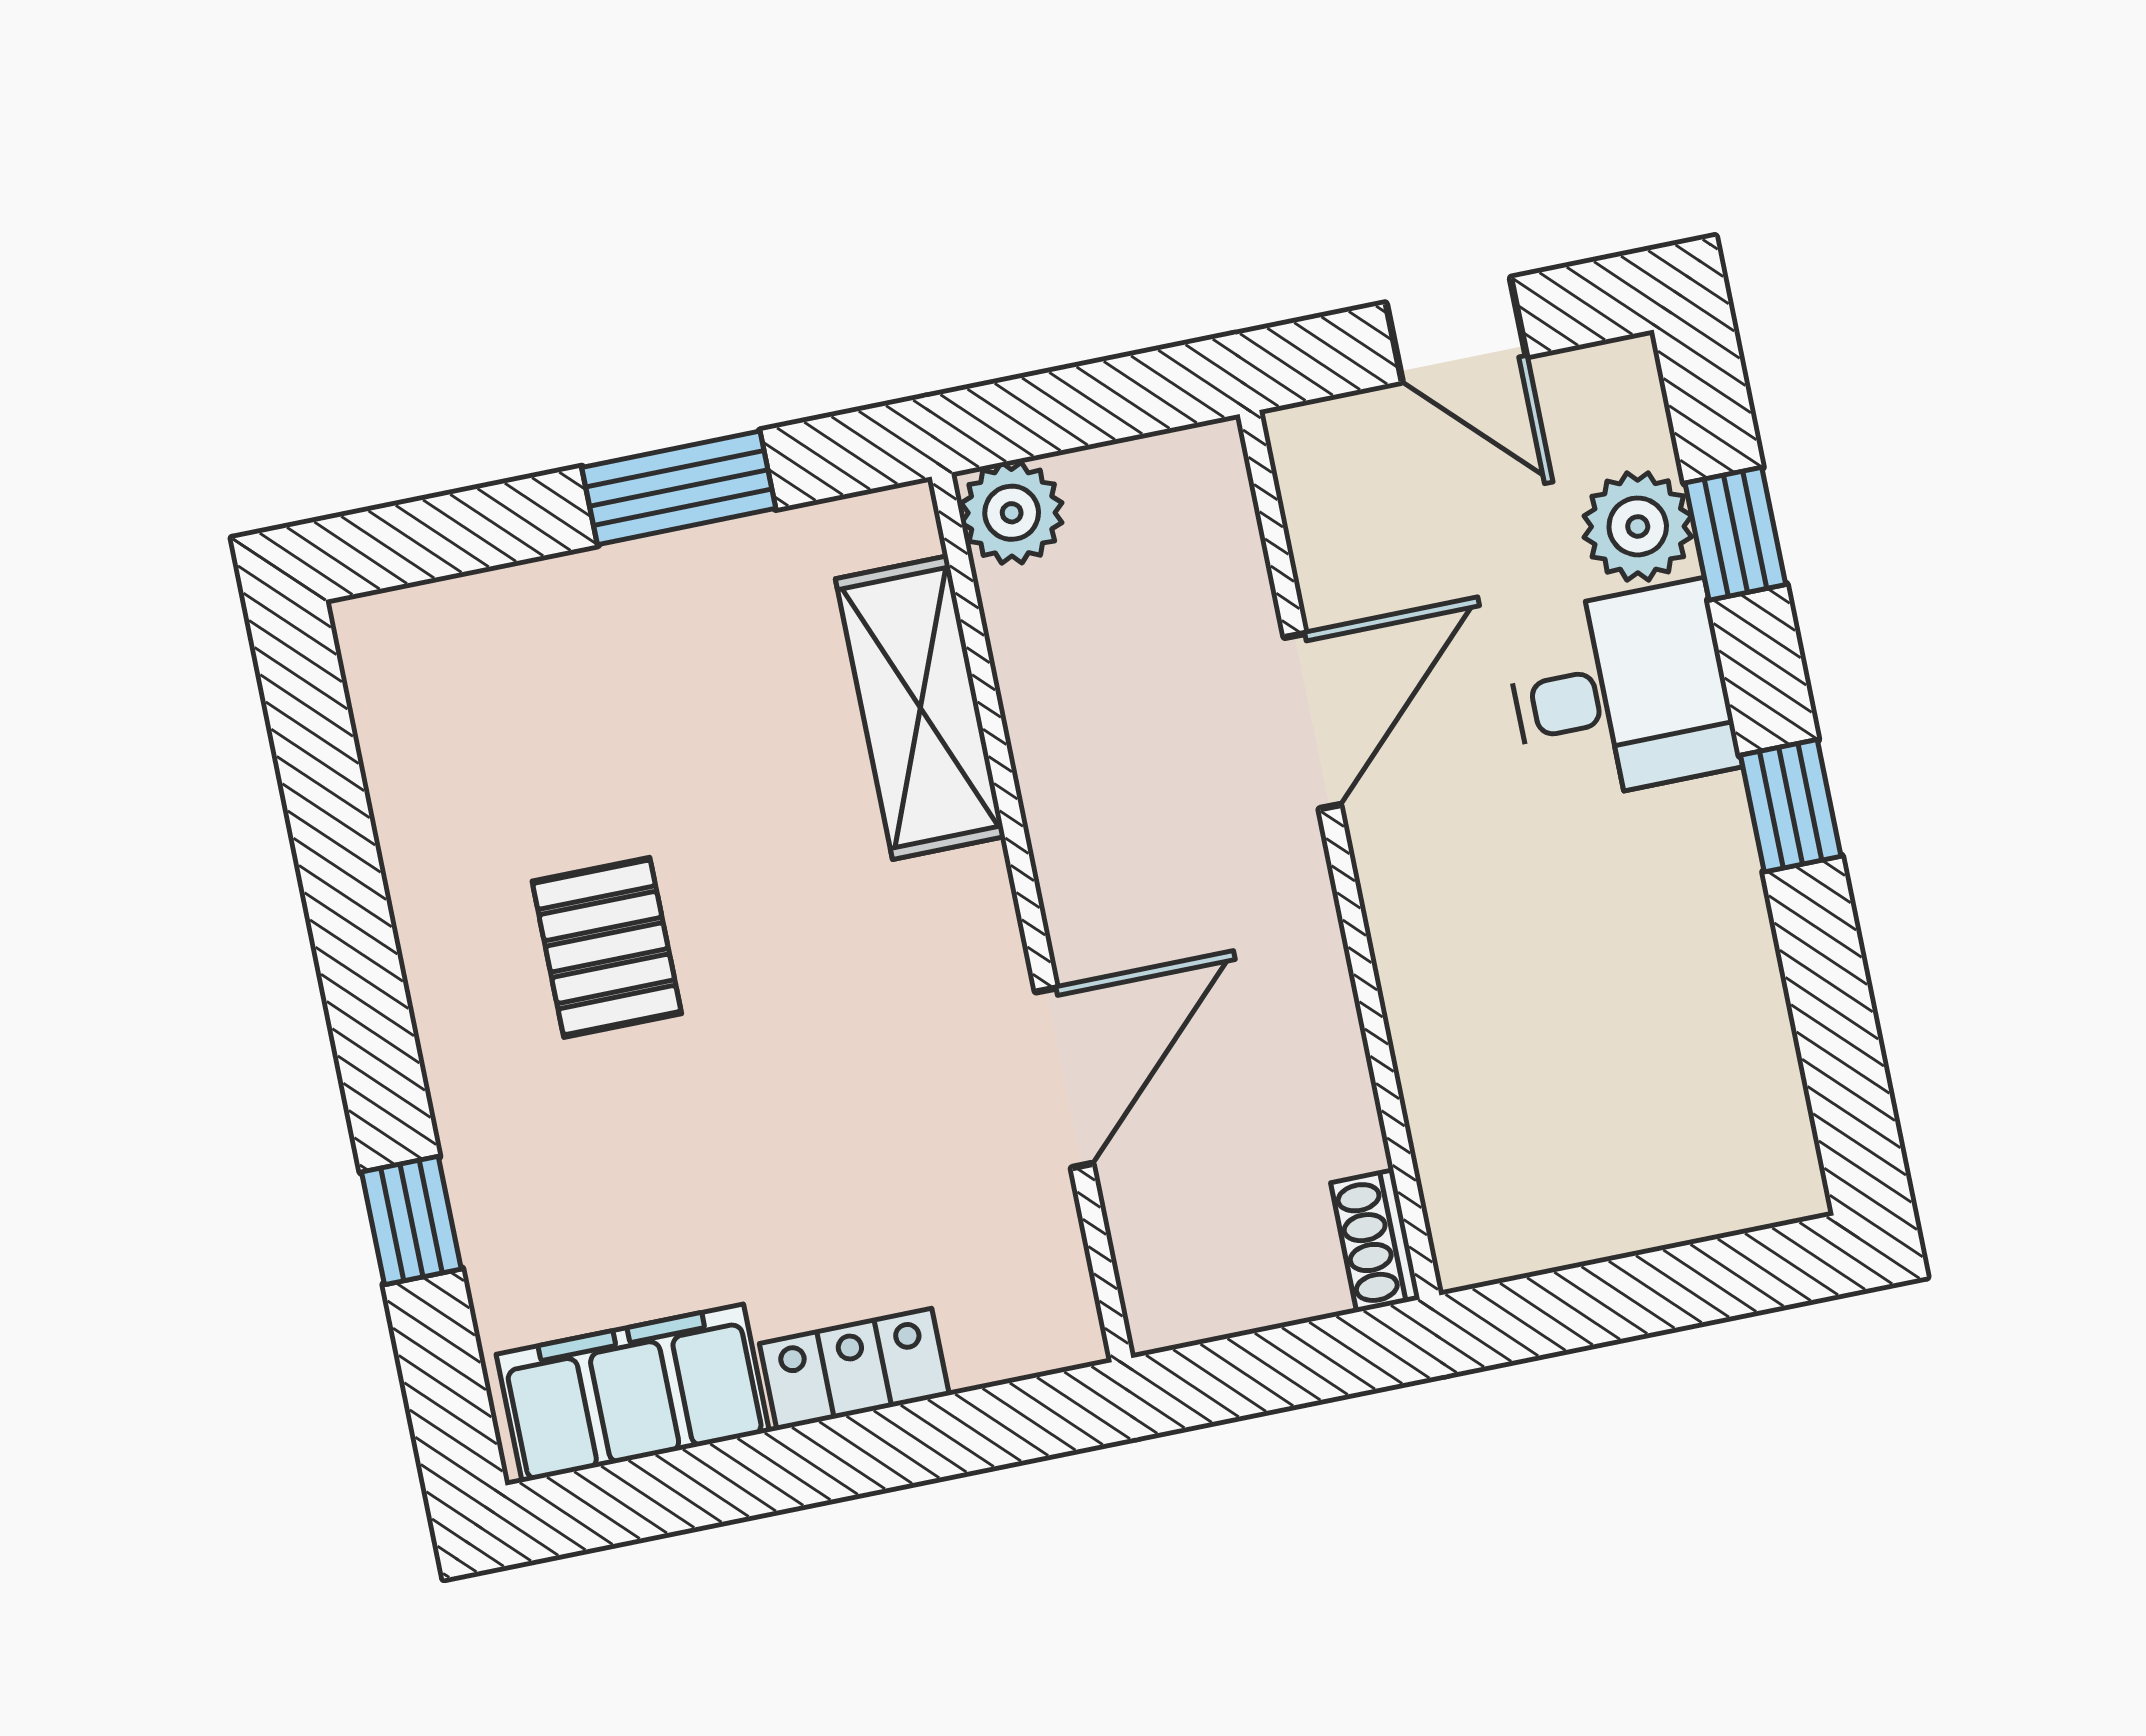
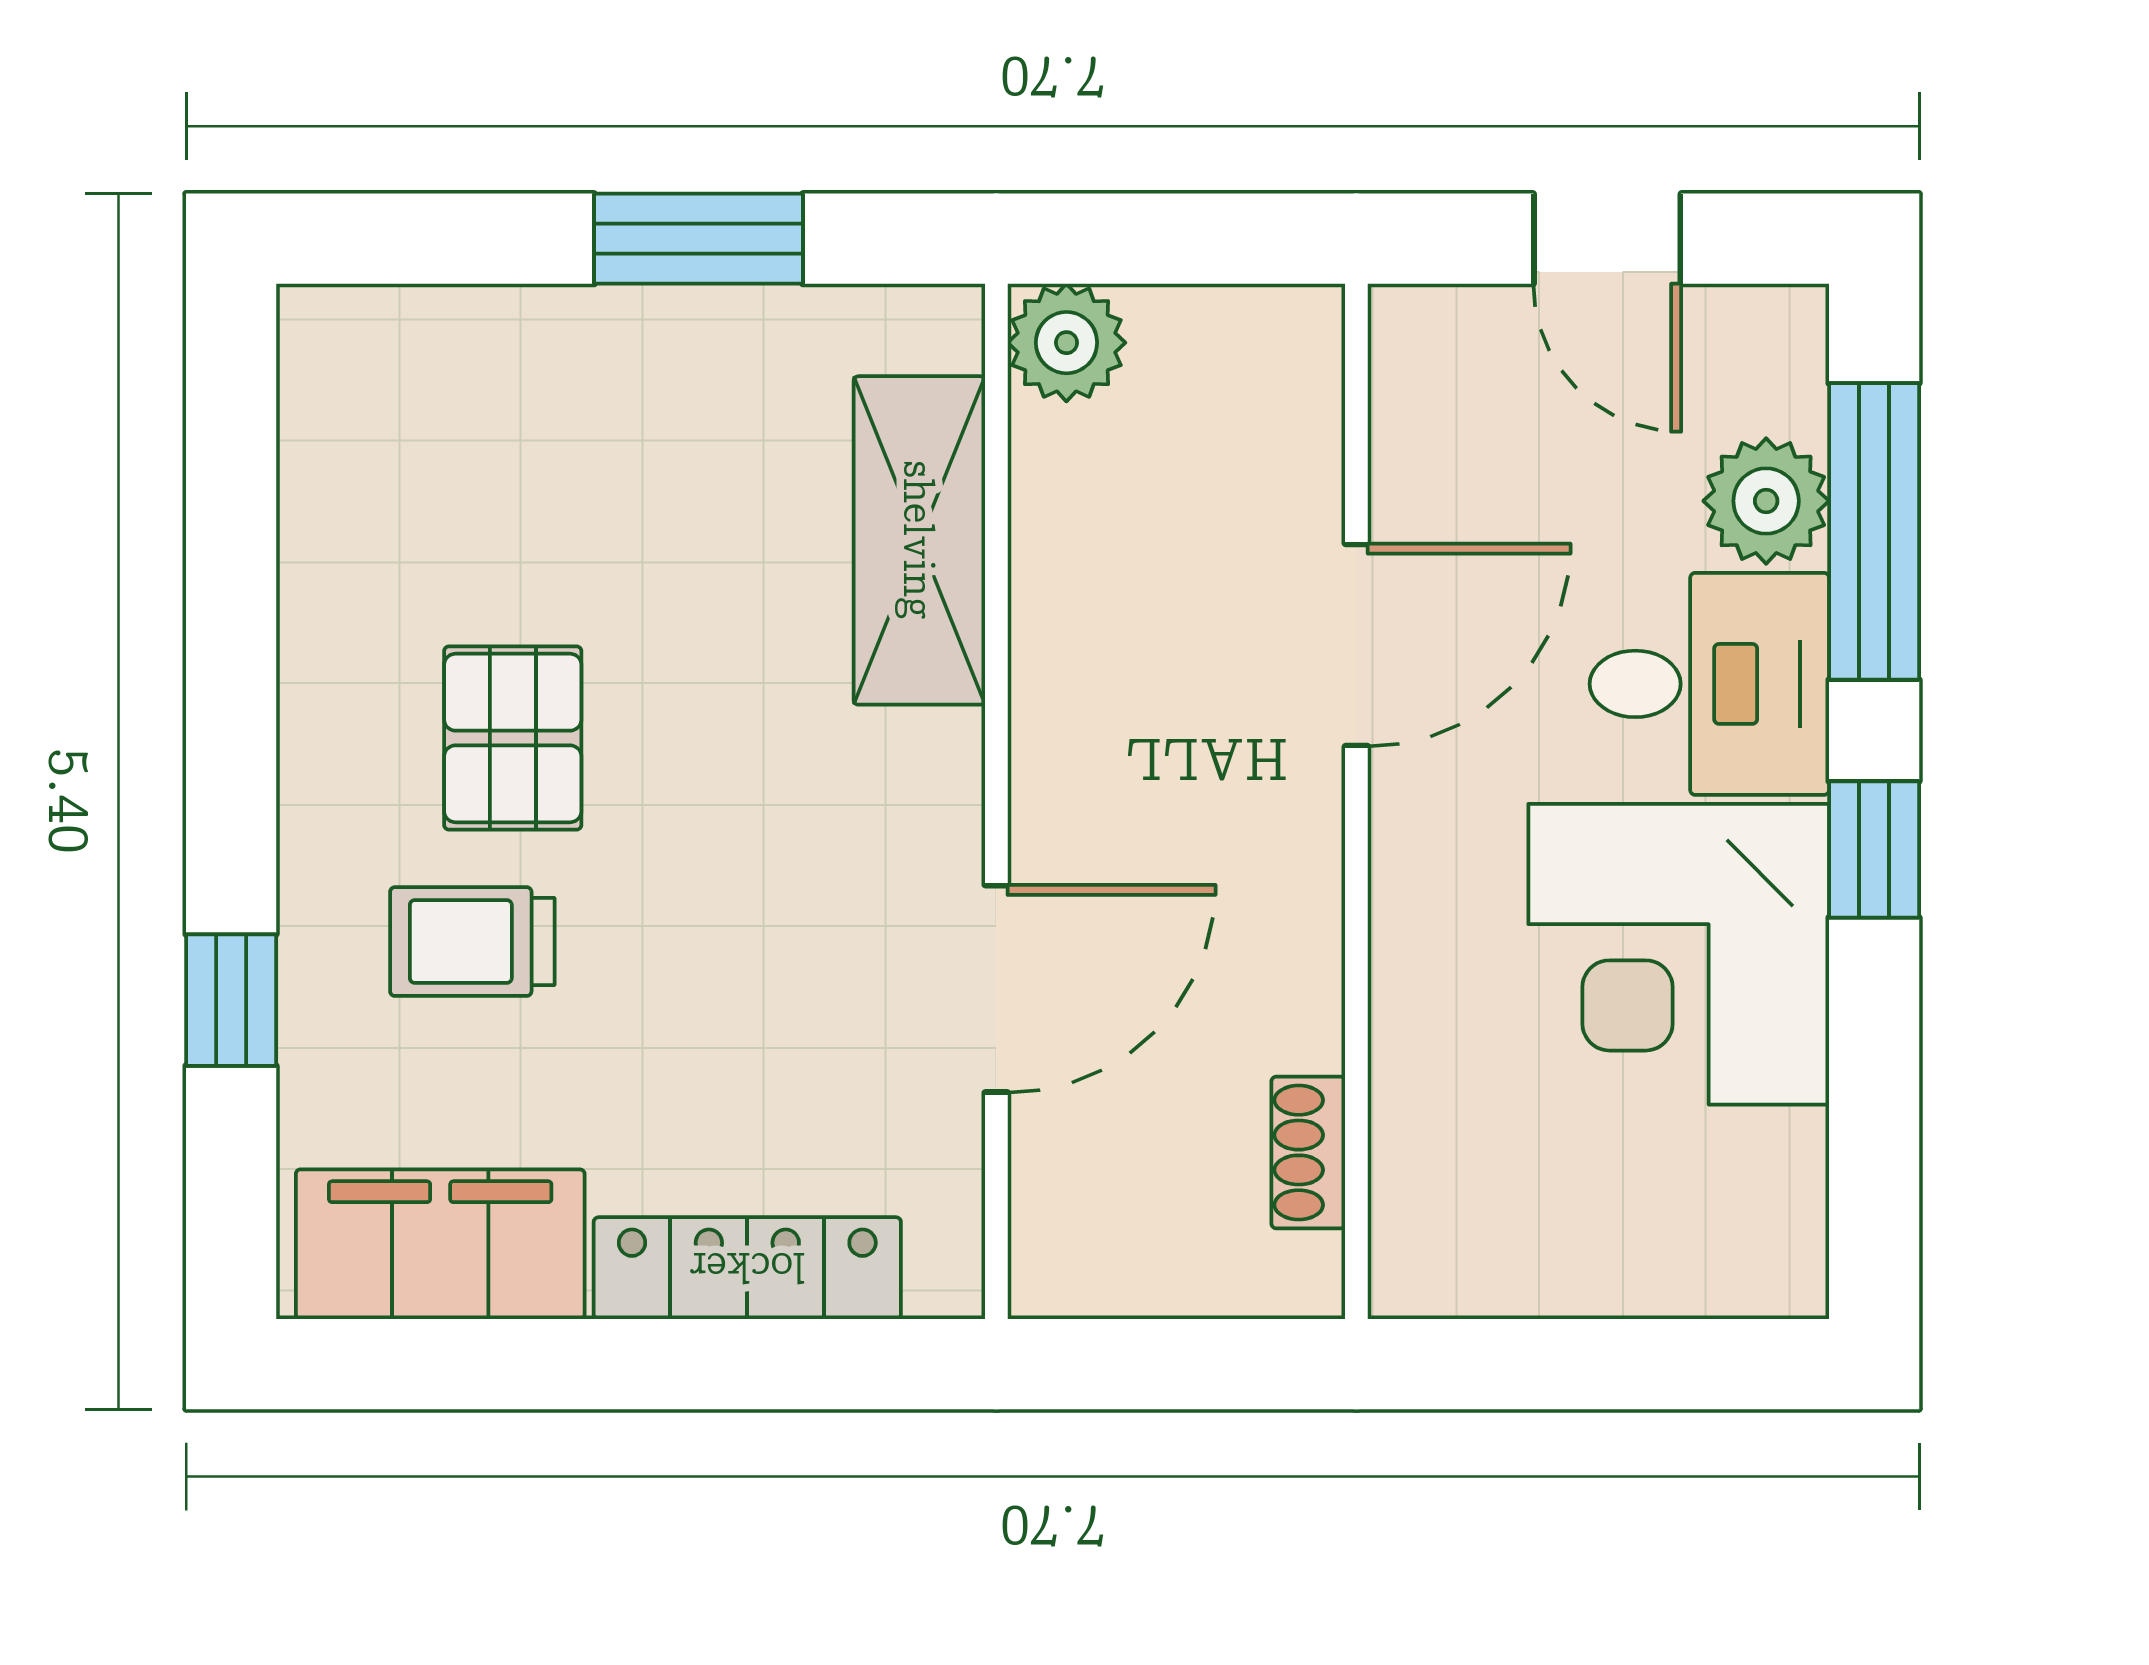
window: (1735, 534) -> (1874, 531), width x2.17
corner desk: (1642, 929) -> (1679, 954), added
trolley: (608, 1129) -> (472, 942), added
shoe rack: (1375, 1241) -> (1308, 1152), moved
locker: (854, 1369) -> (747, 1268), width x1.53

